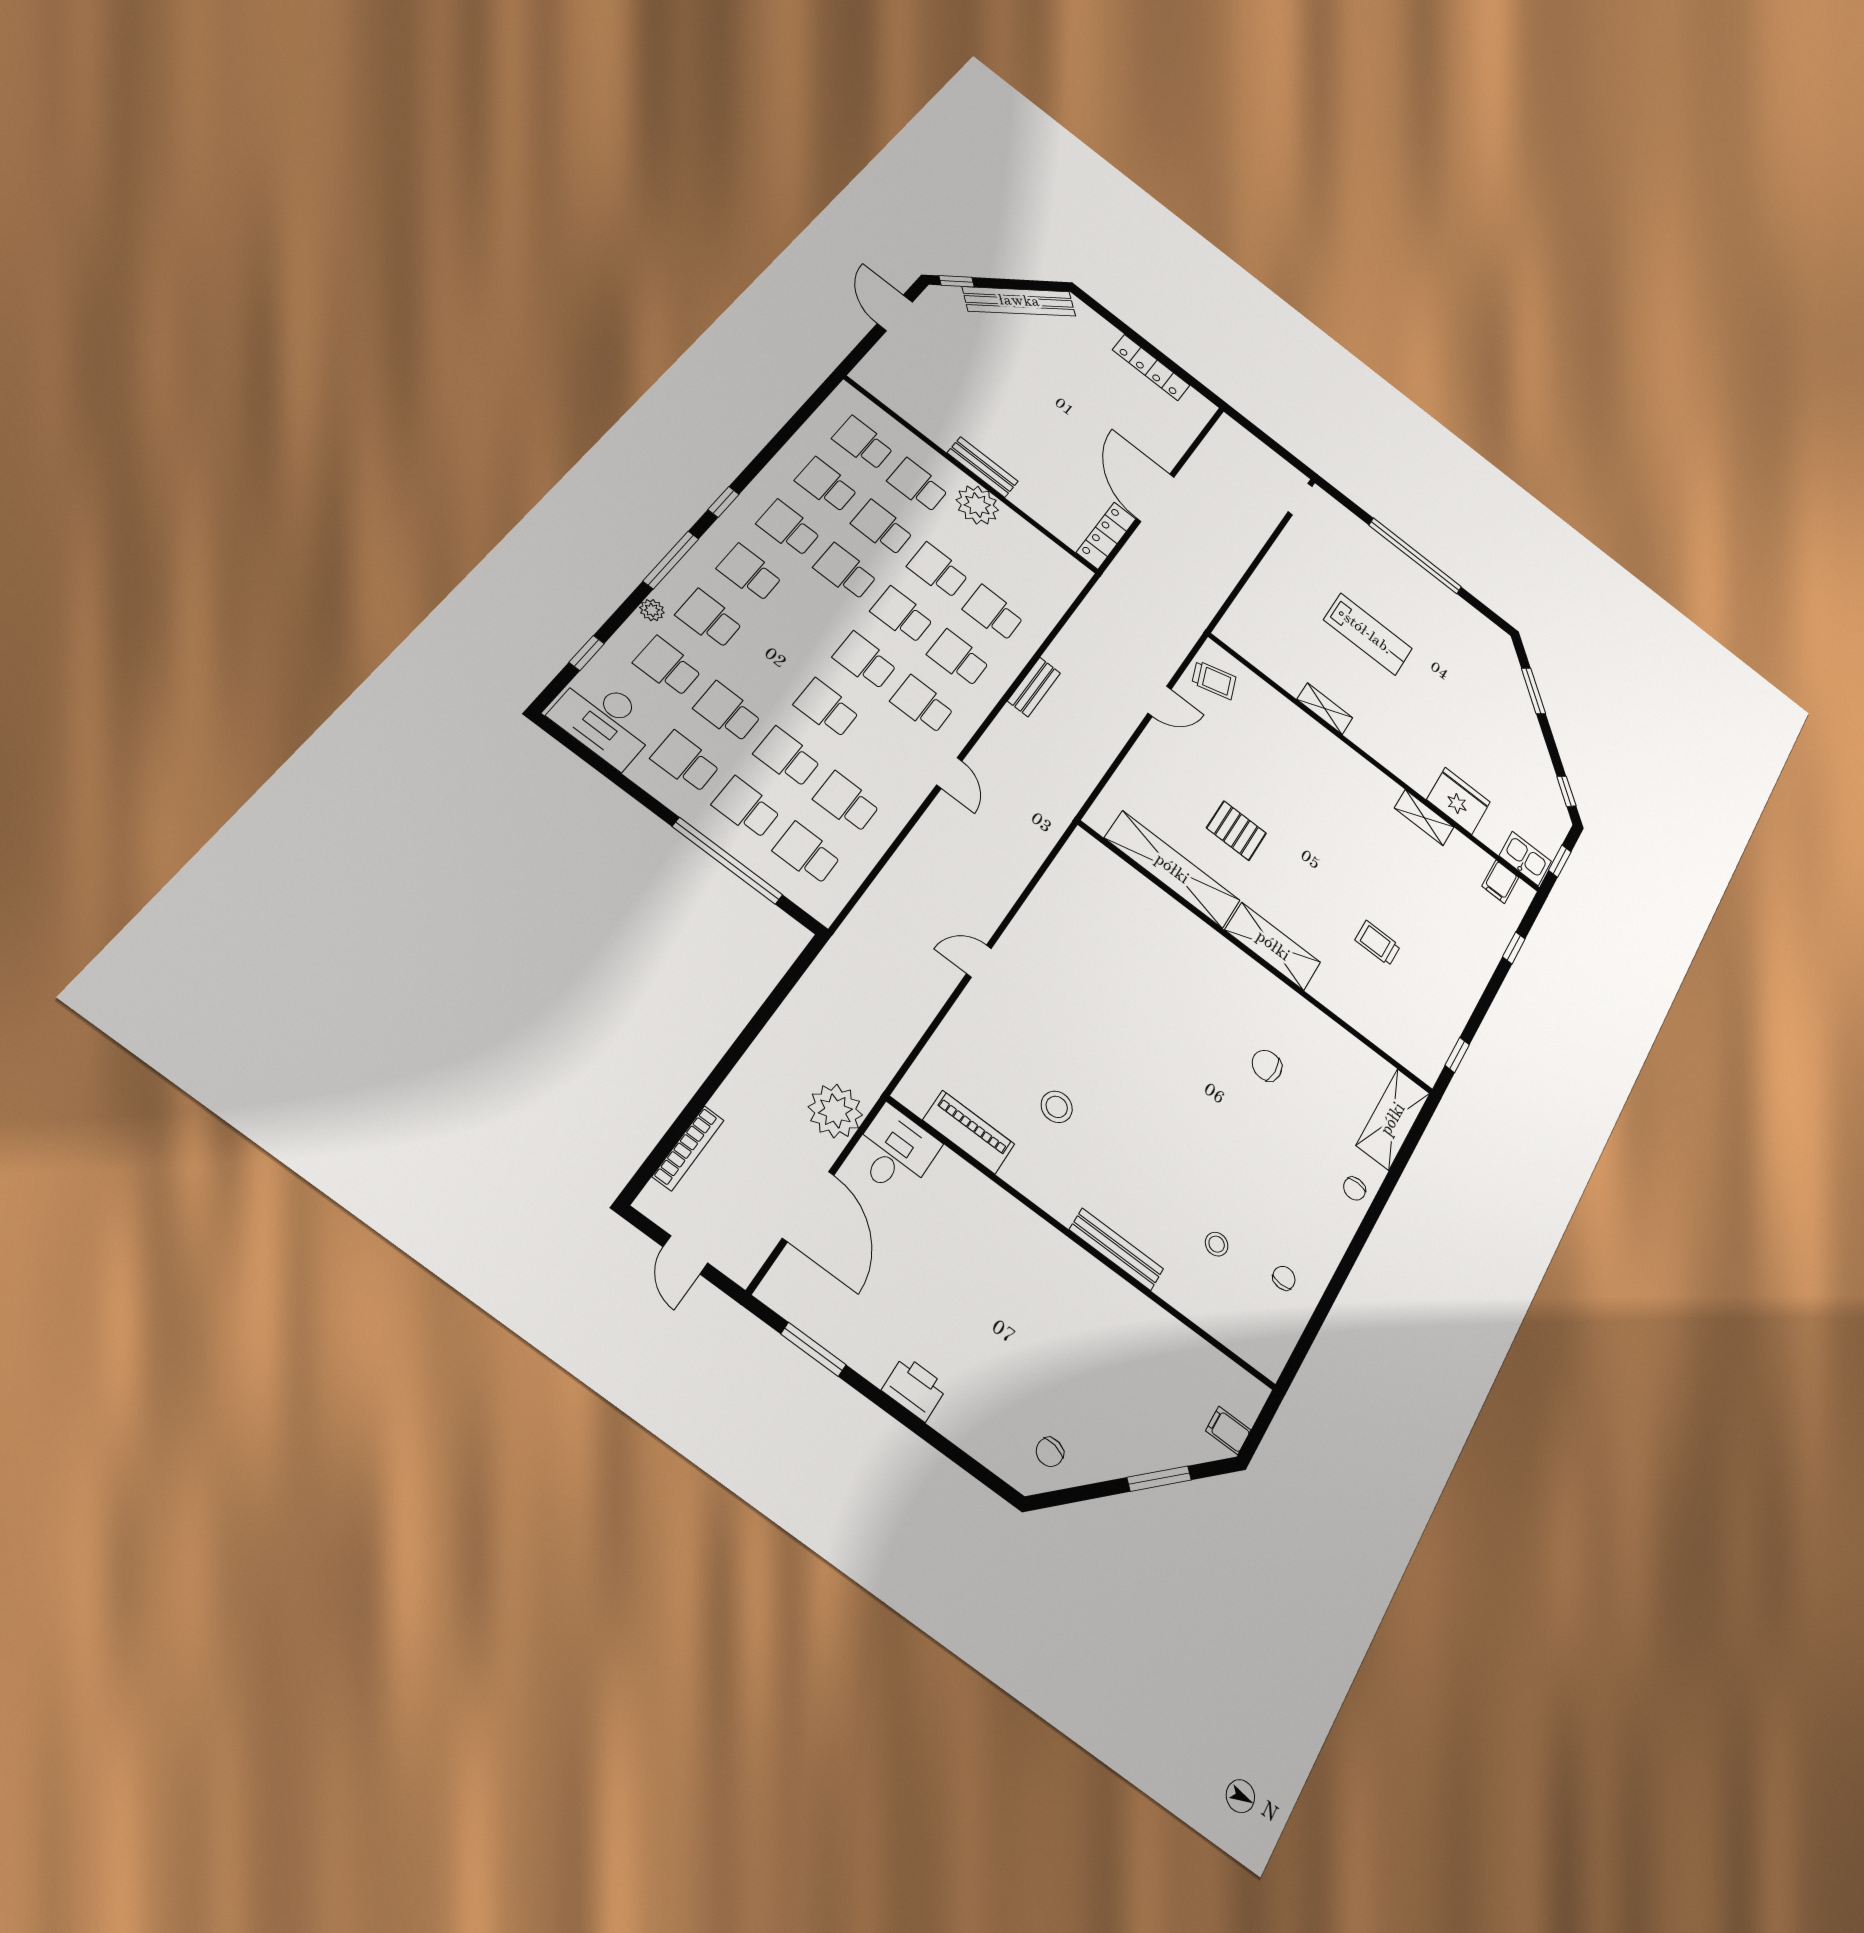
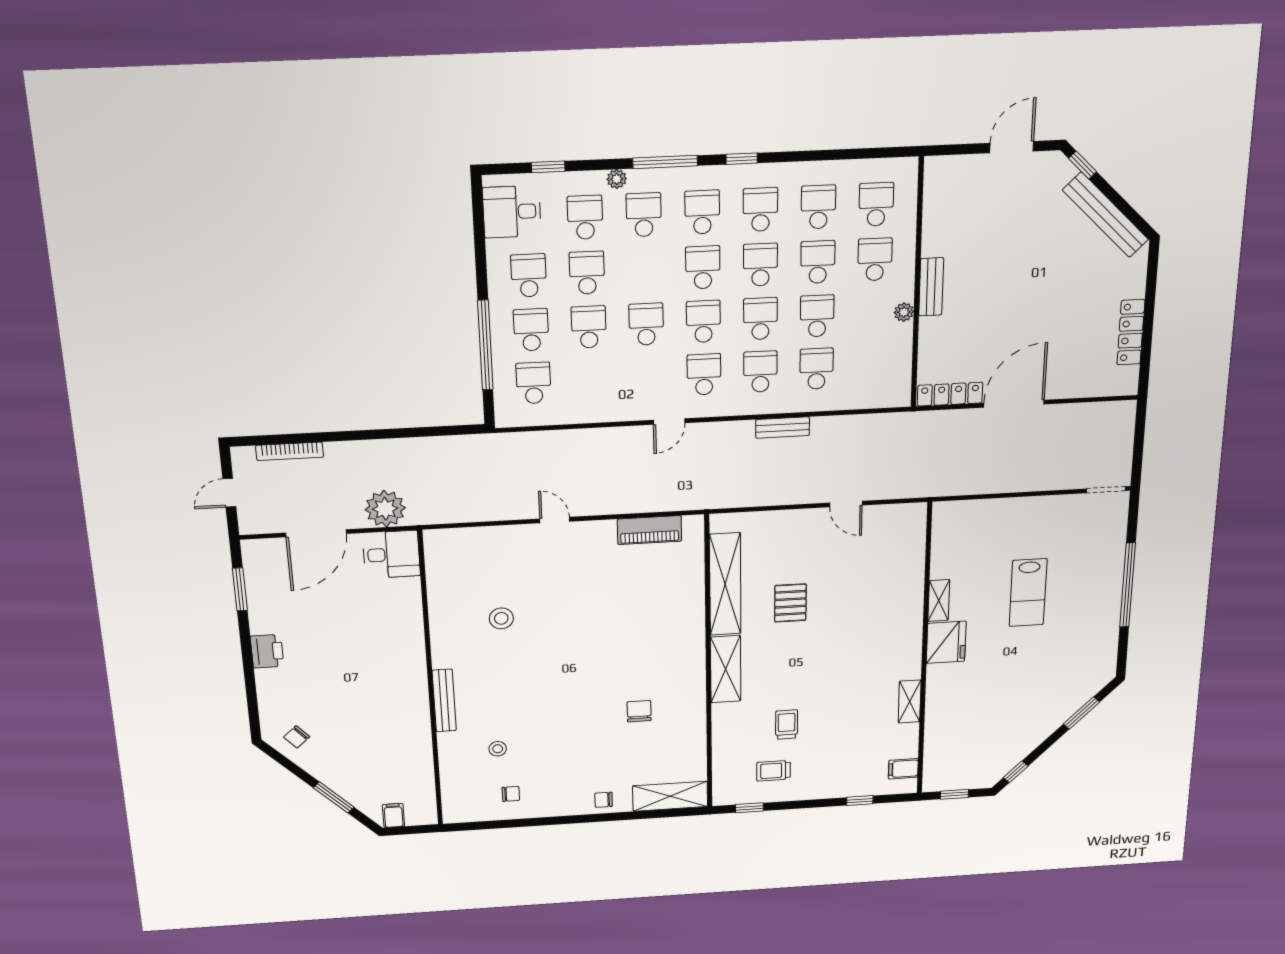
plant: (977, 505) -> (904, 312), width x0.53, depth x0.53
trolley: (1214, 680) -> (773, 771), moved, turned 108
desk: (605, 720) -> (512, 212), width x0.73
fridge: (1458, 801) -> (946, 642), moved
school desk: (847, 802) -> (703, 267), moved
kitchen sink: (1525, 859) -> (936, 774), removed
piano: (969, 1132) -> (649, 530), moved, turned 90
chair: (1050, 1452) -> (297, 737), turned -53

